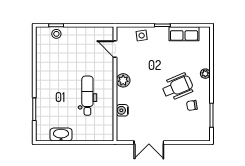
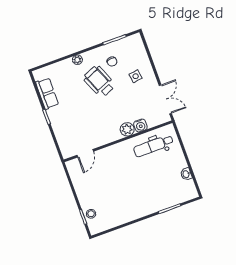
side table: (142, 35) -> (136, 76), moved
plant: (123, 80) -> (127, 129), moved
dental chair: (87, 96) -> (153, 146), moved
washbasin: (61, 135) -> (186, 174), width x0.52, depth x0.69
double door: (149, 143) -> (165, 99), moved

